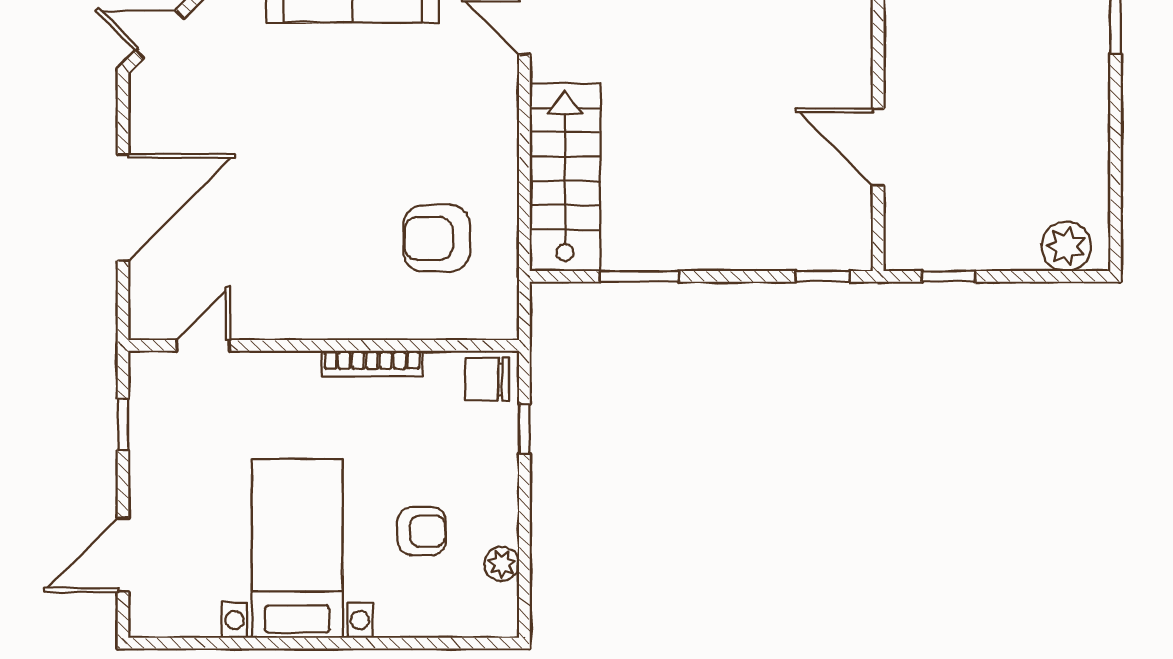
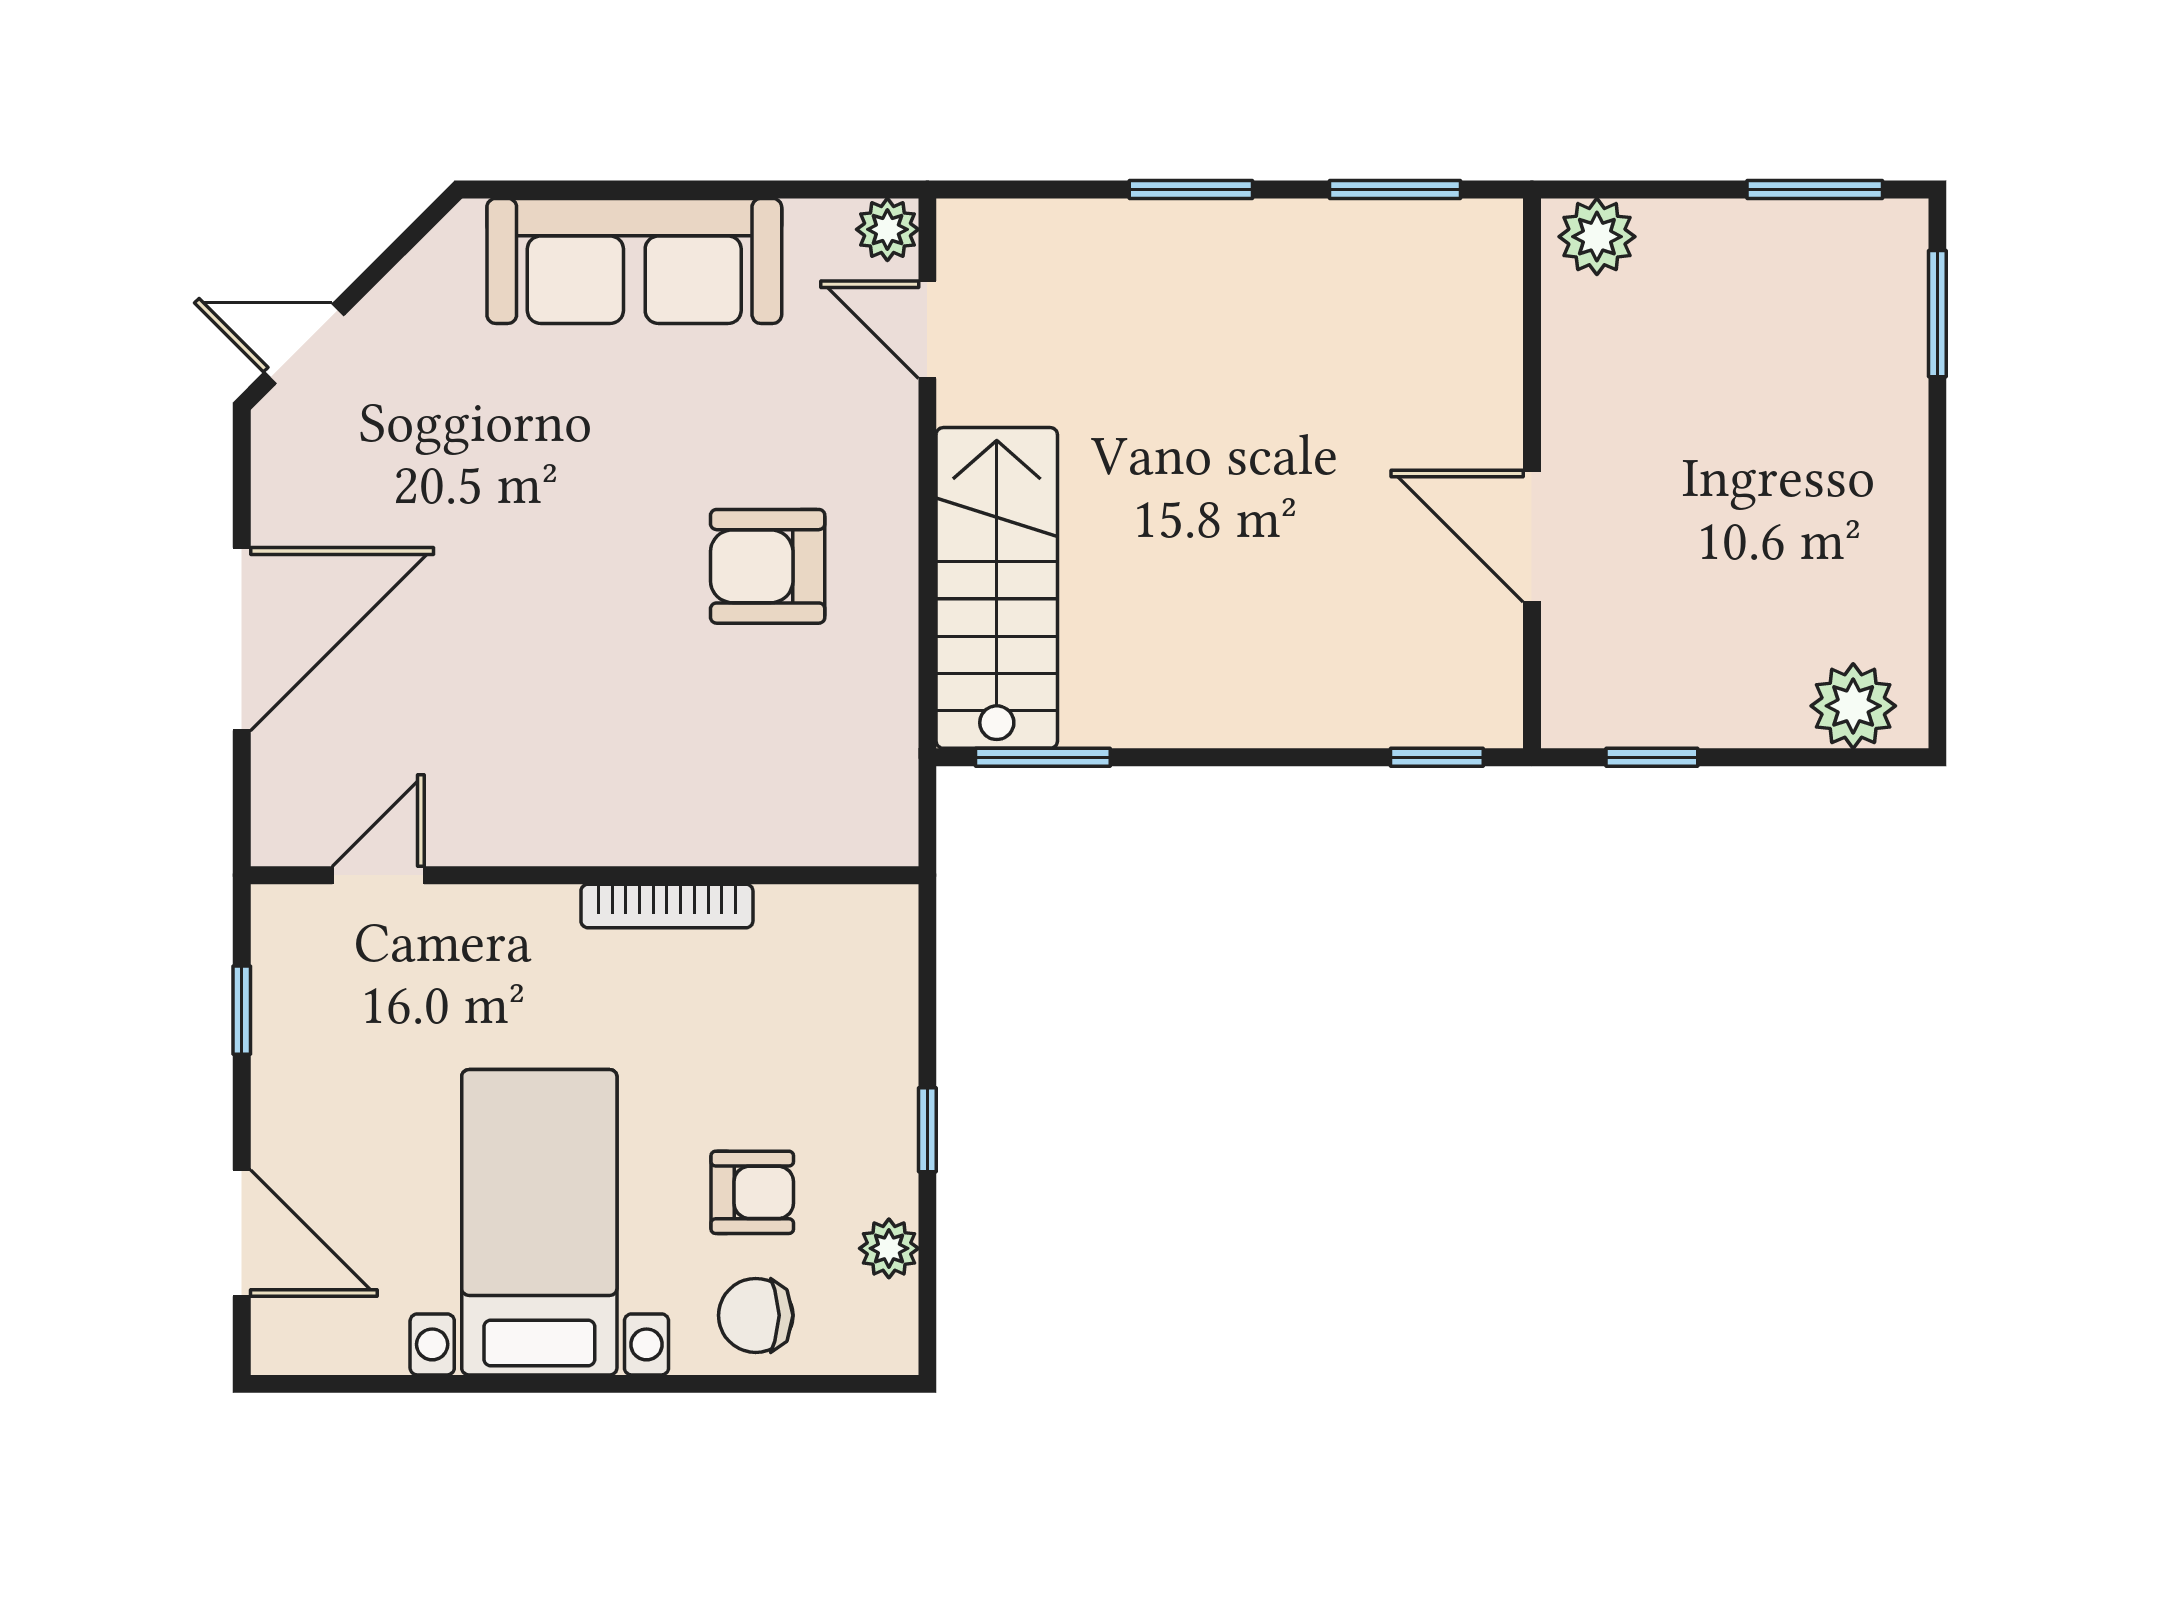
armchair: (437, 238) -> (768, 566), moved
window: (639, 276) -> (1043, 757), moved
chair: (487, 379) -> (756, 1315), moved
window: (524, 429) -> (927, 1130), moved
door: (123, 555) -> (242, 1233), swing flipped

